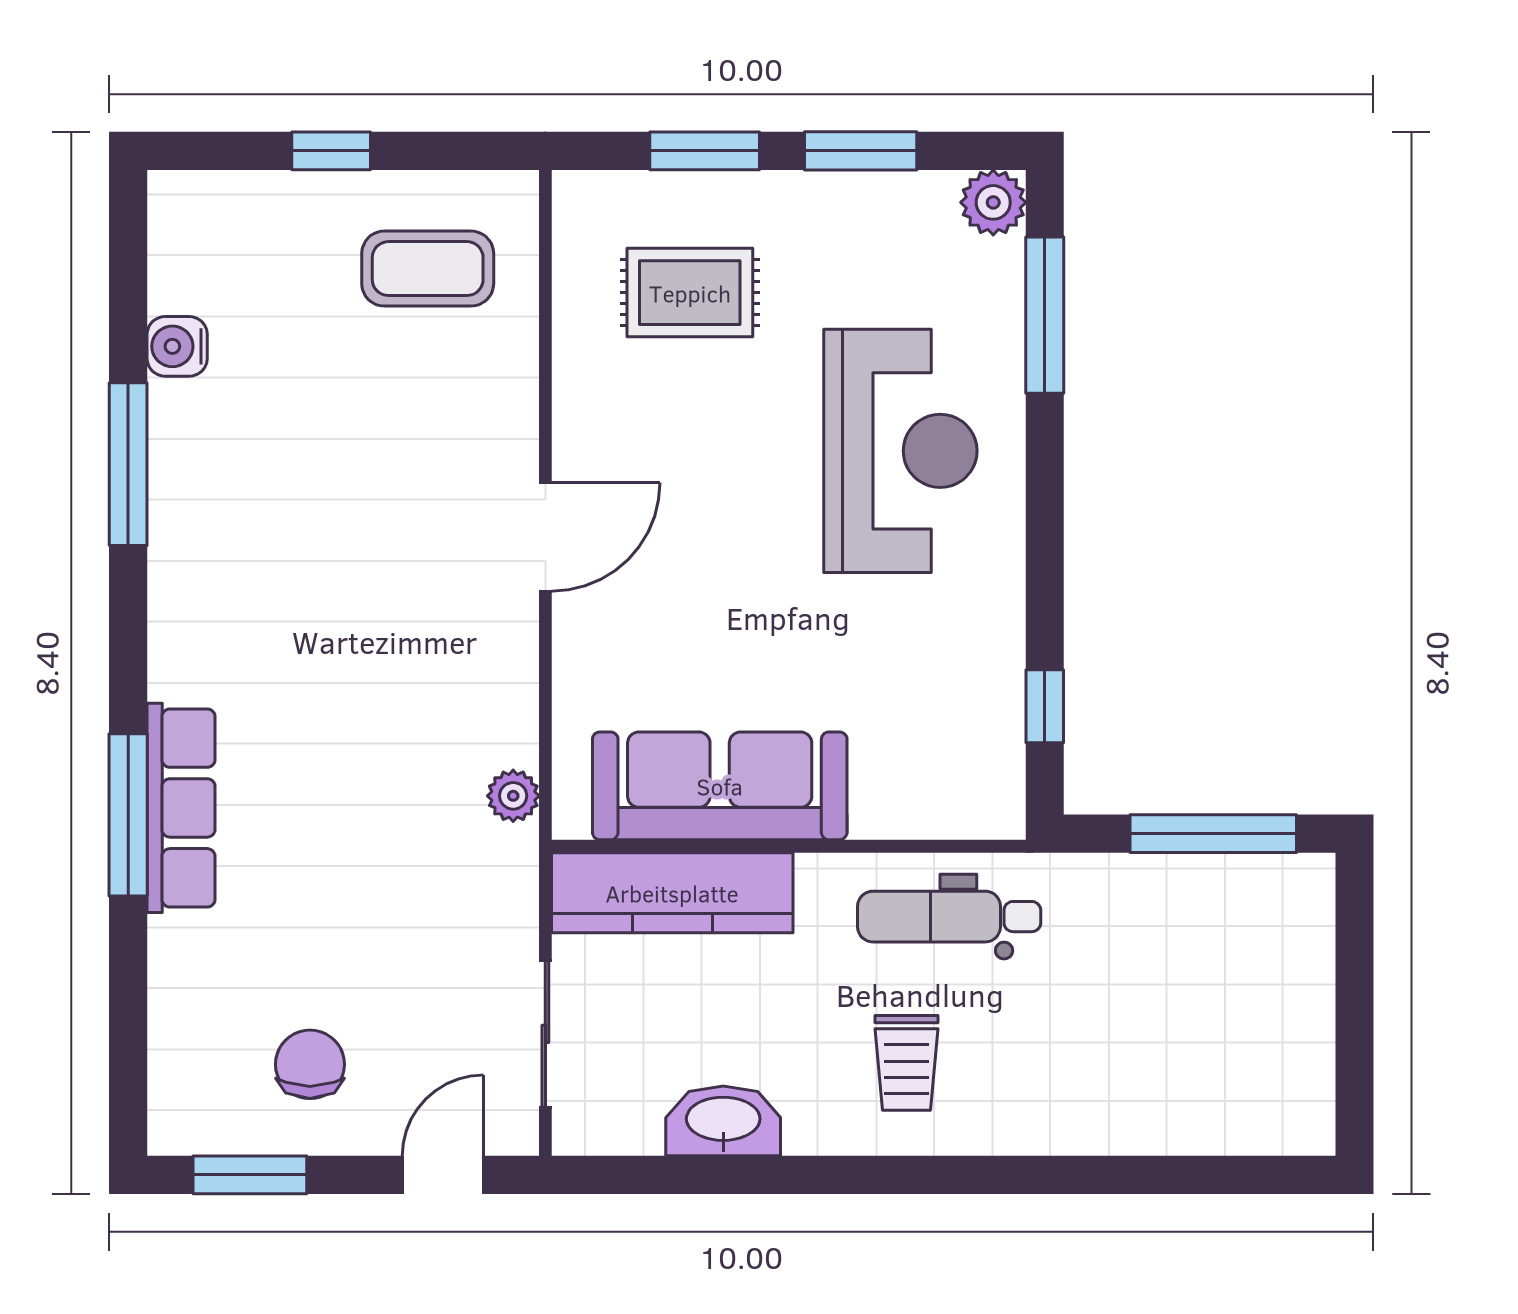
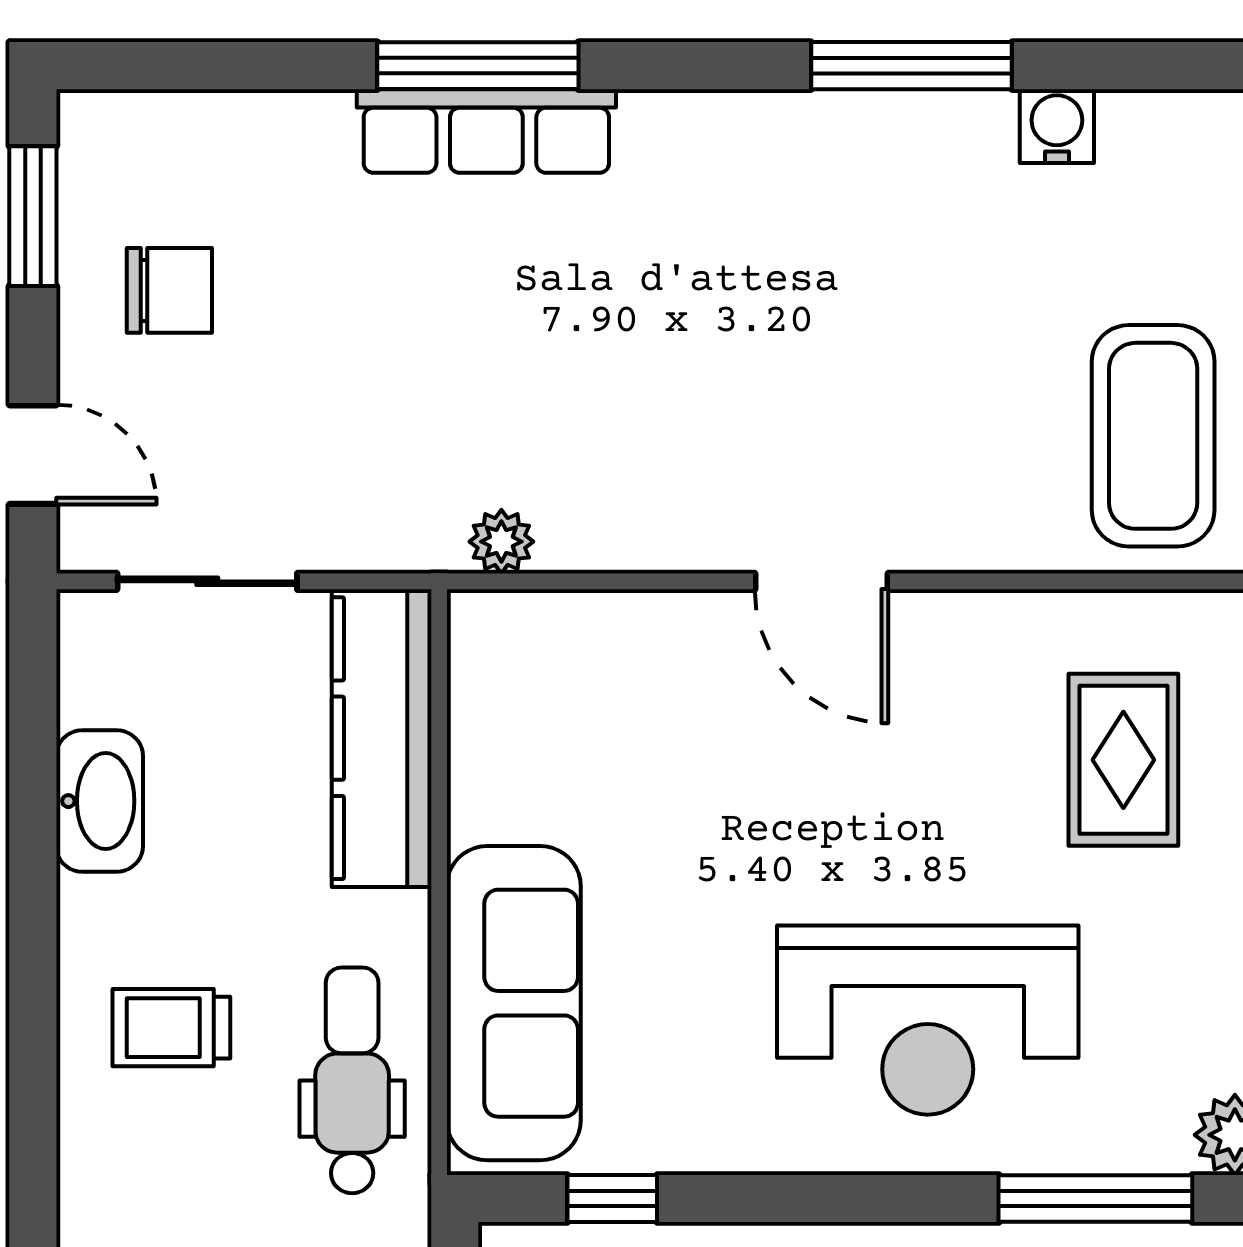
coffee table: (428, 269) -> (1153, 436), width x1.36, depth x1.32
sofa: (720, 786) -> (514, 1003), moved

